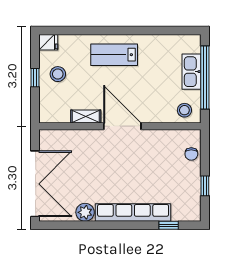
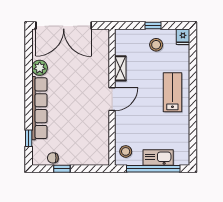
door: (122, 126) -> (112, 99), width x0.73
chair: (191, 154) -> (53, 158), moved

